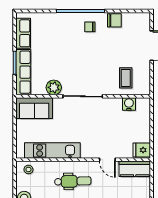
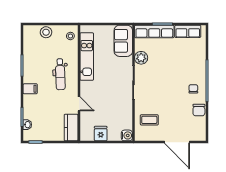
water cooler: (129, 104) -> (127, 135), moved
fridge: (142, 150) -> (101, 134), moved
door: (107, 160) -> (79, 104), swing flipped

